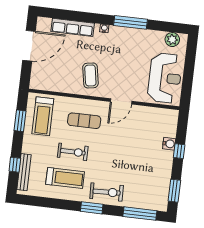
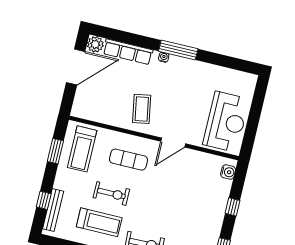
window: (130, 22) -> (178, 50), moved
plant: (172, 40) -> (95, 44), moved
water cooler: (169, 144) -> (228, 172), moved

